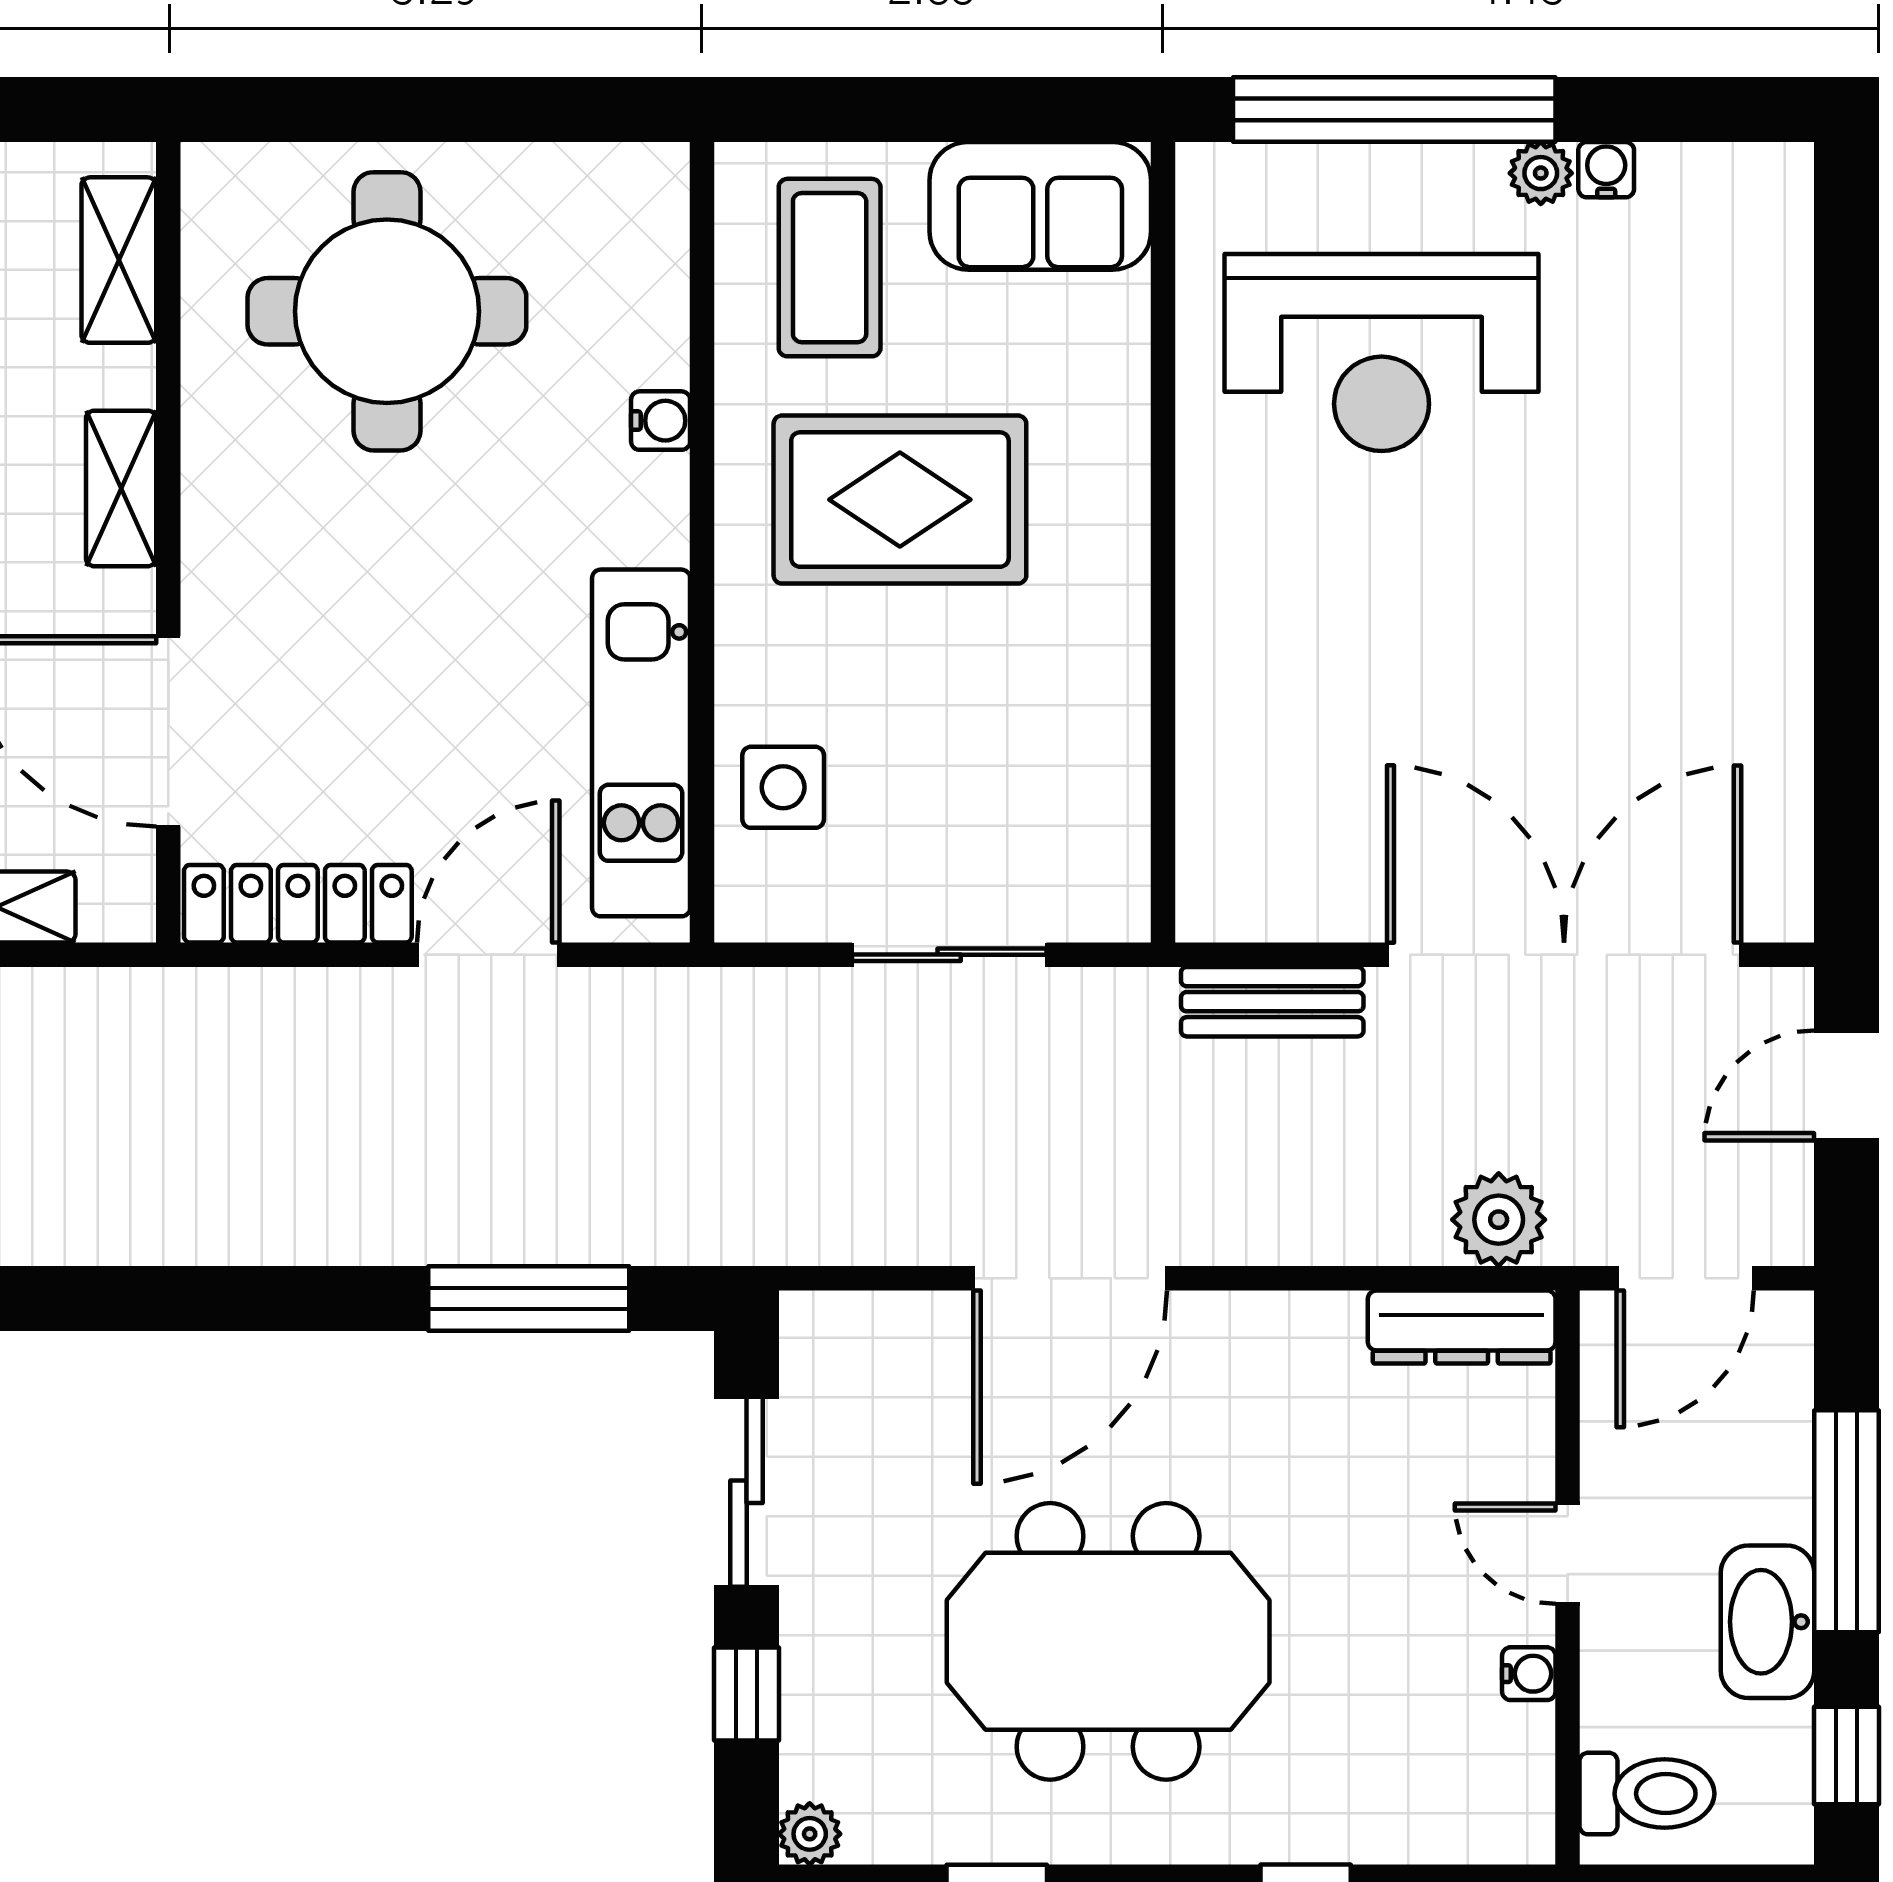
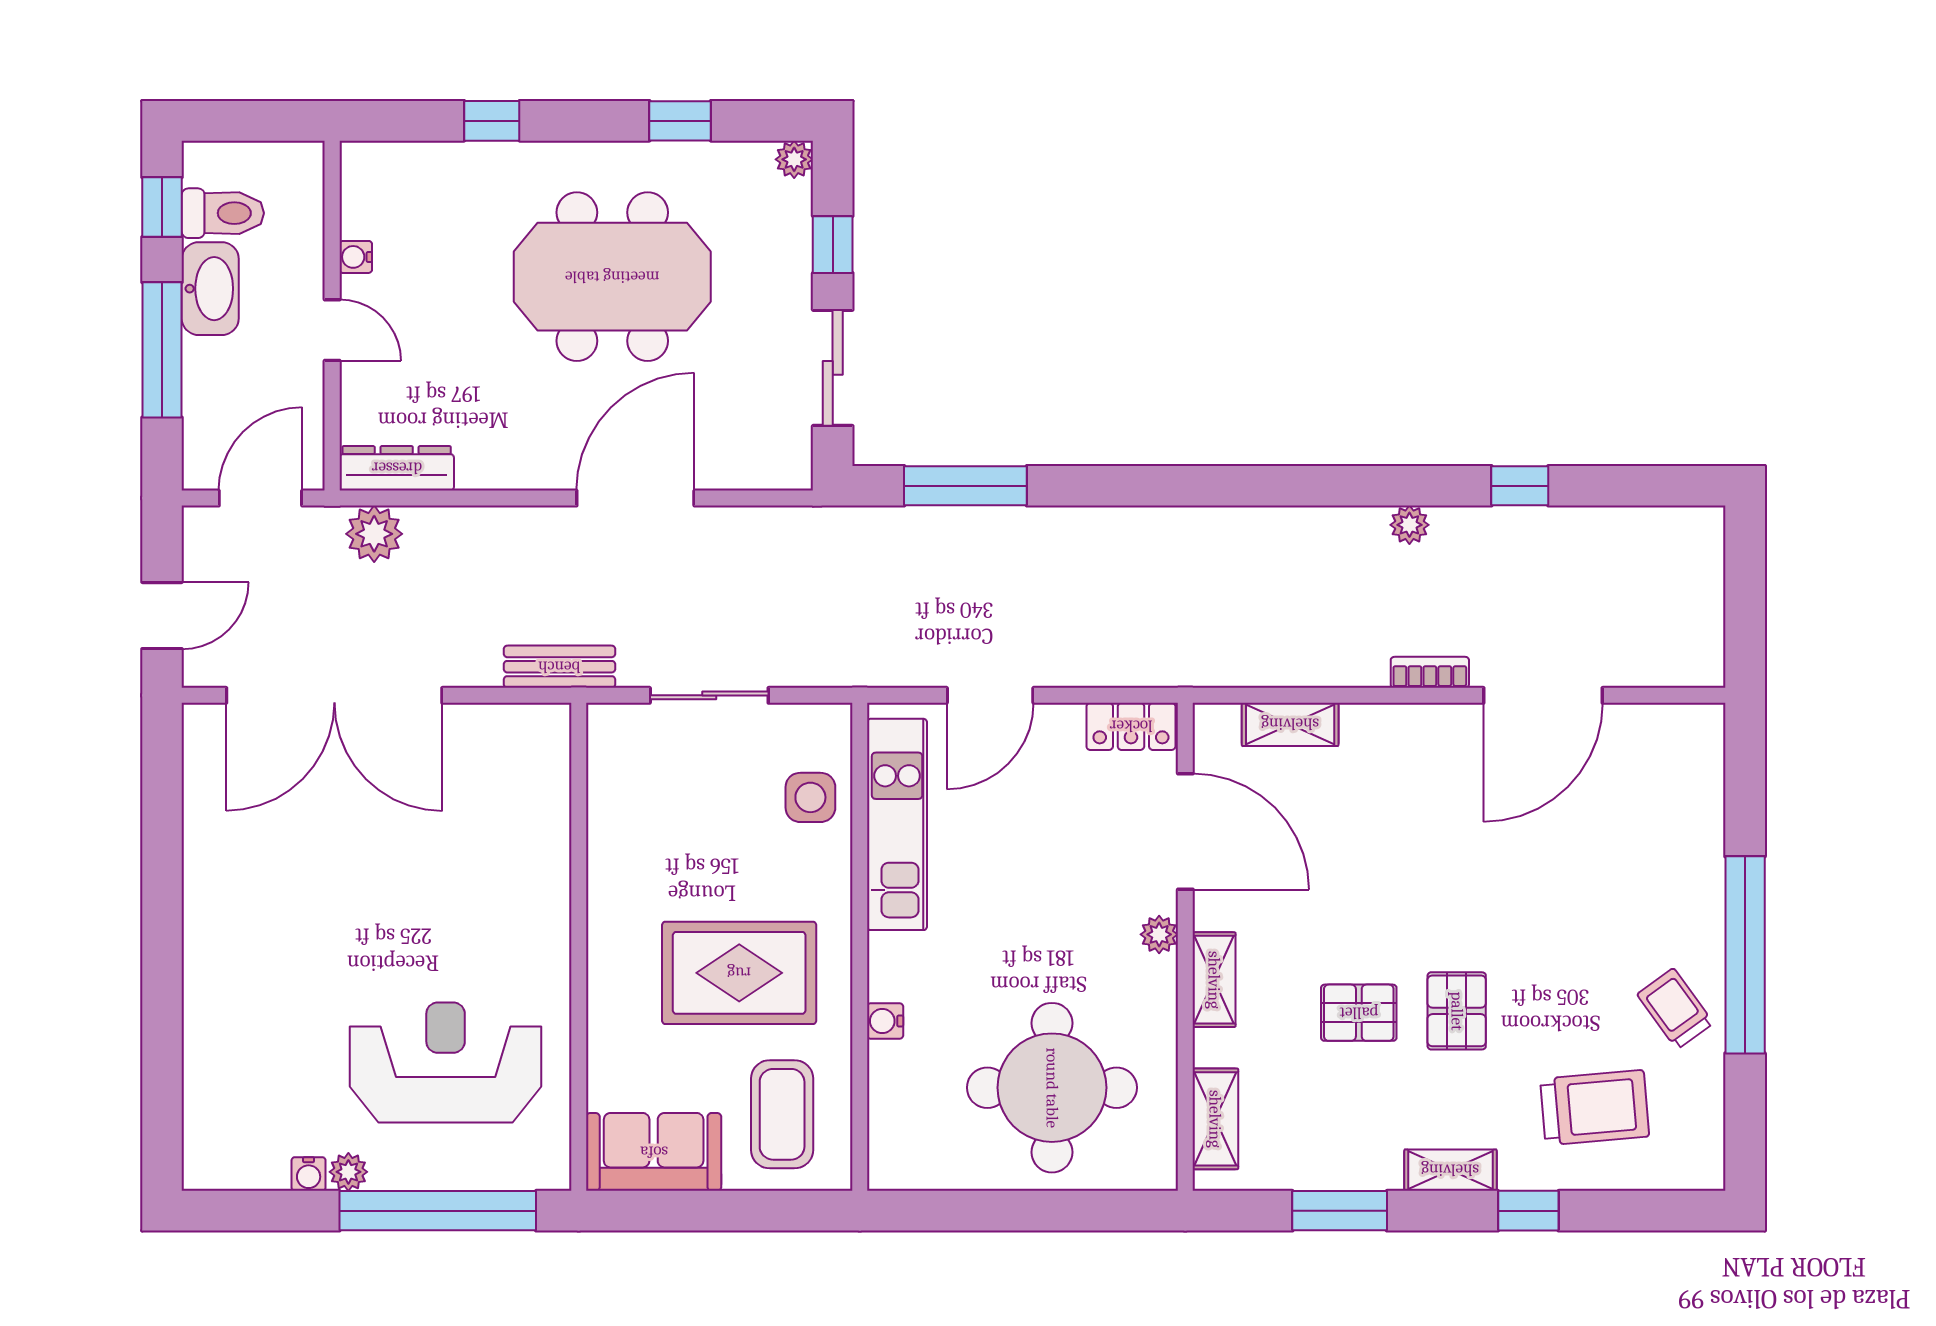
plant: (211, 562) -> (1159, 934), added
locker: (298, 904) -> (1131, 726), width x0.66
bench: (1272, 1002) -> (559, 667), moved
toilet: (1647, 1794) -> (223, 213), moved, turned 180

